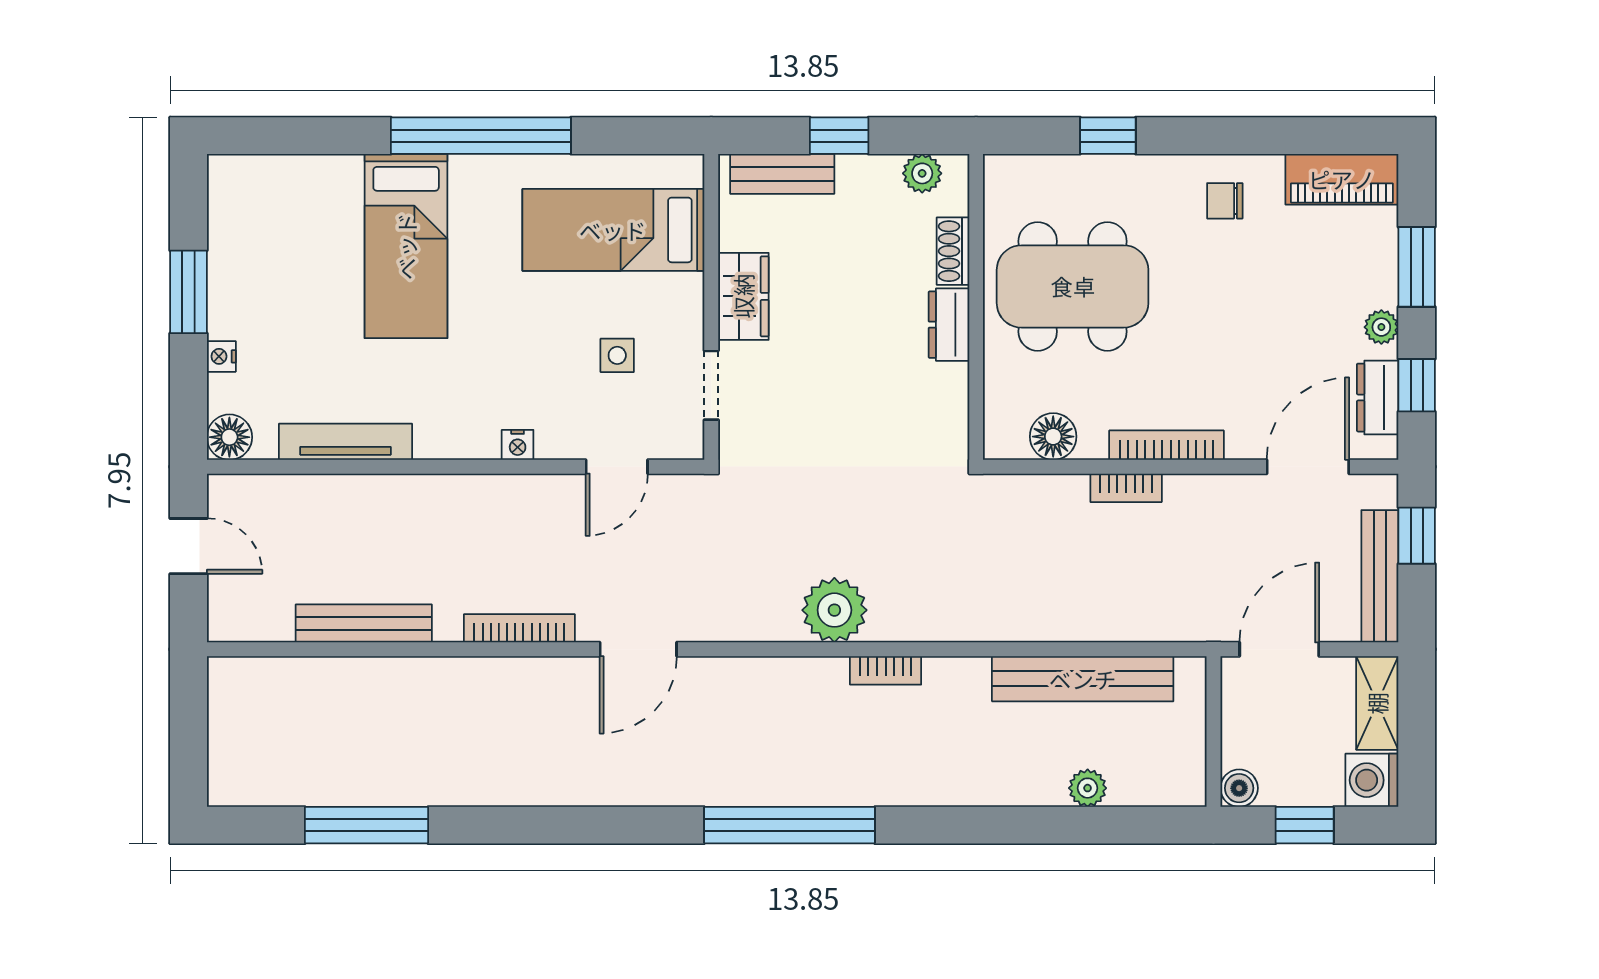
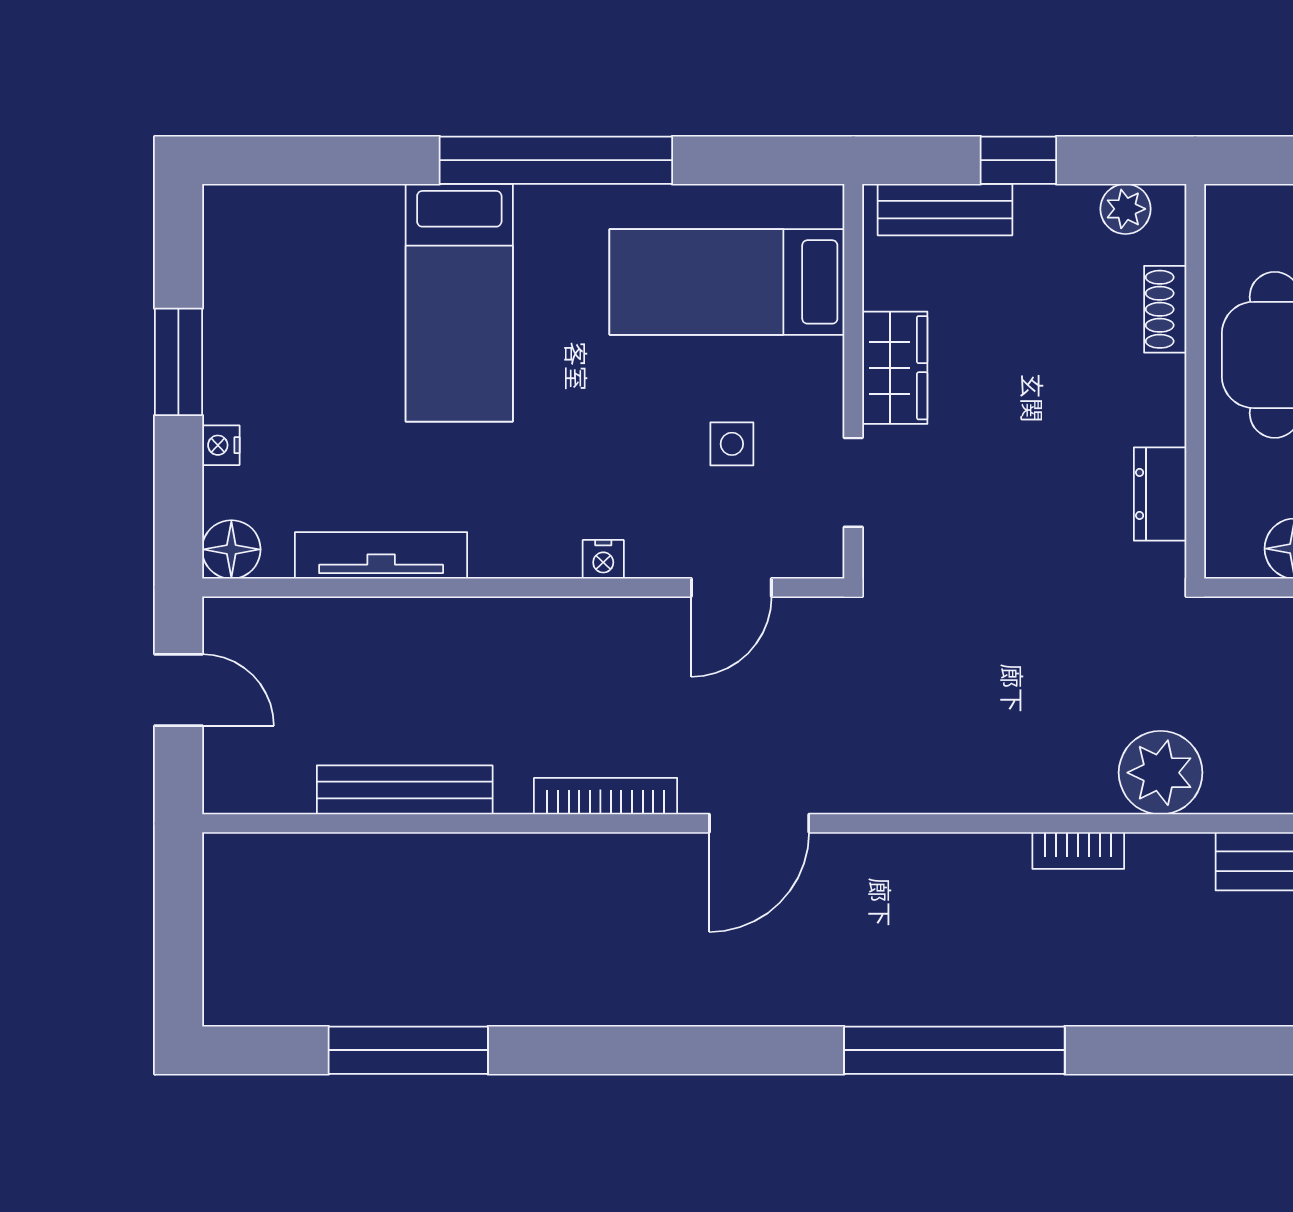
dresser: (949, 325) -> (1160, 494), moved
plant: (834, 610) -> (1161, 773), moved

